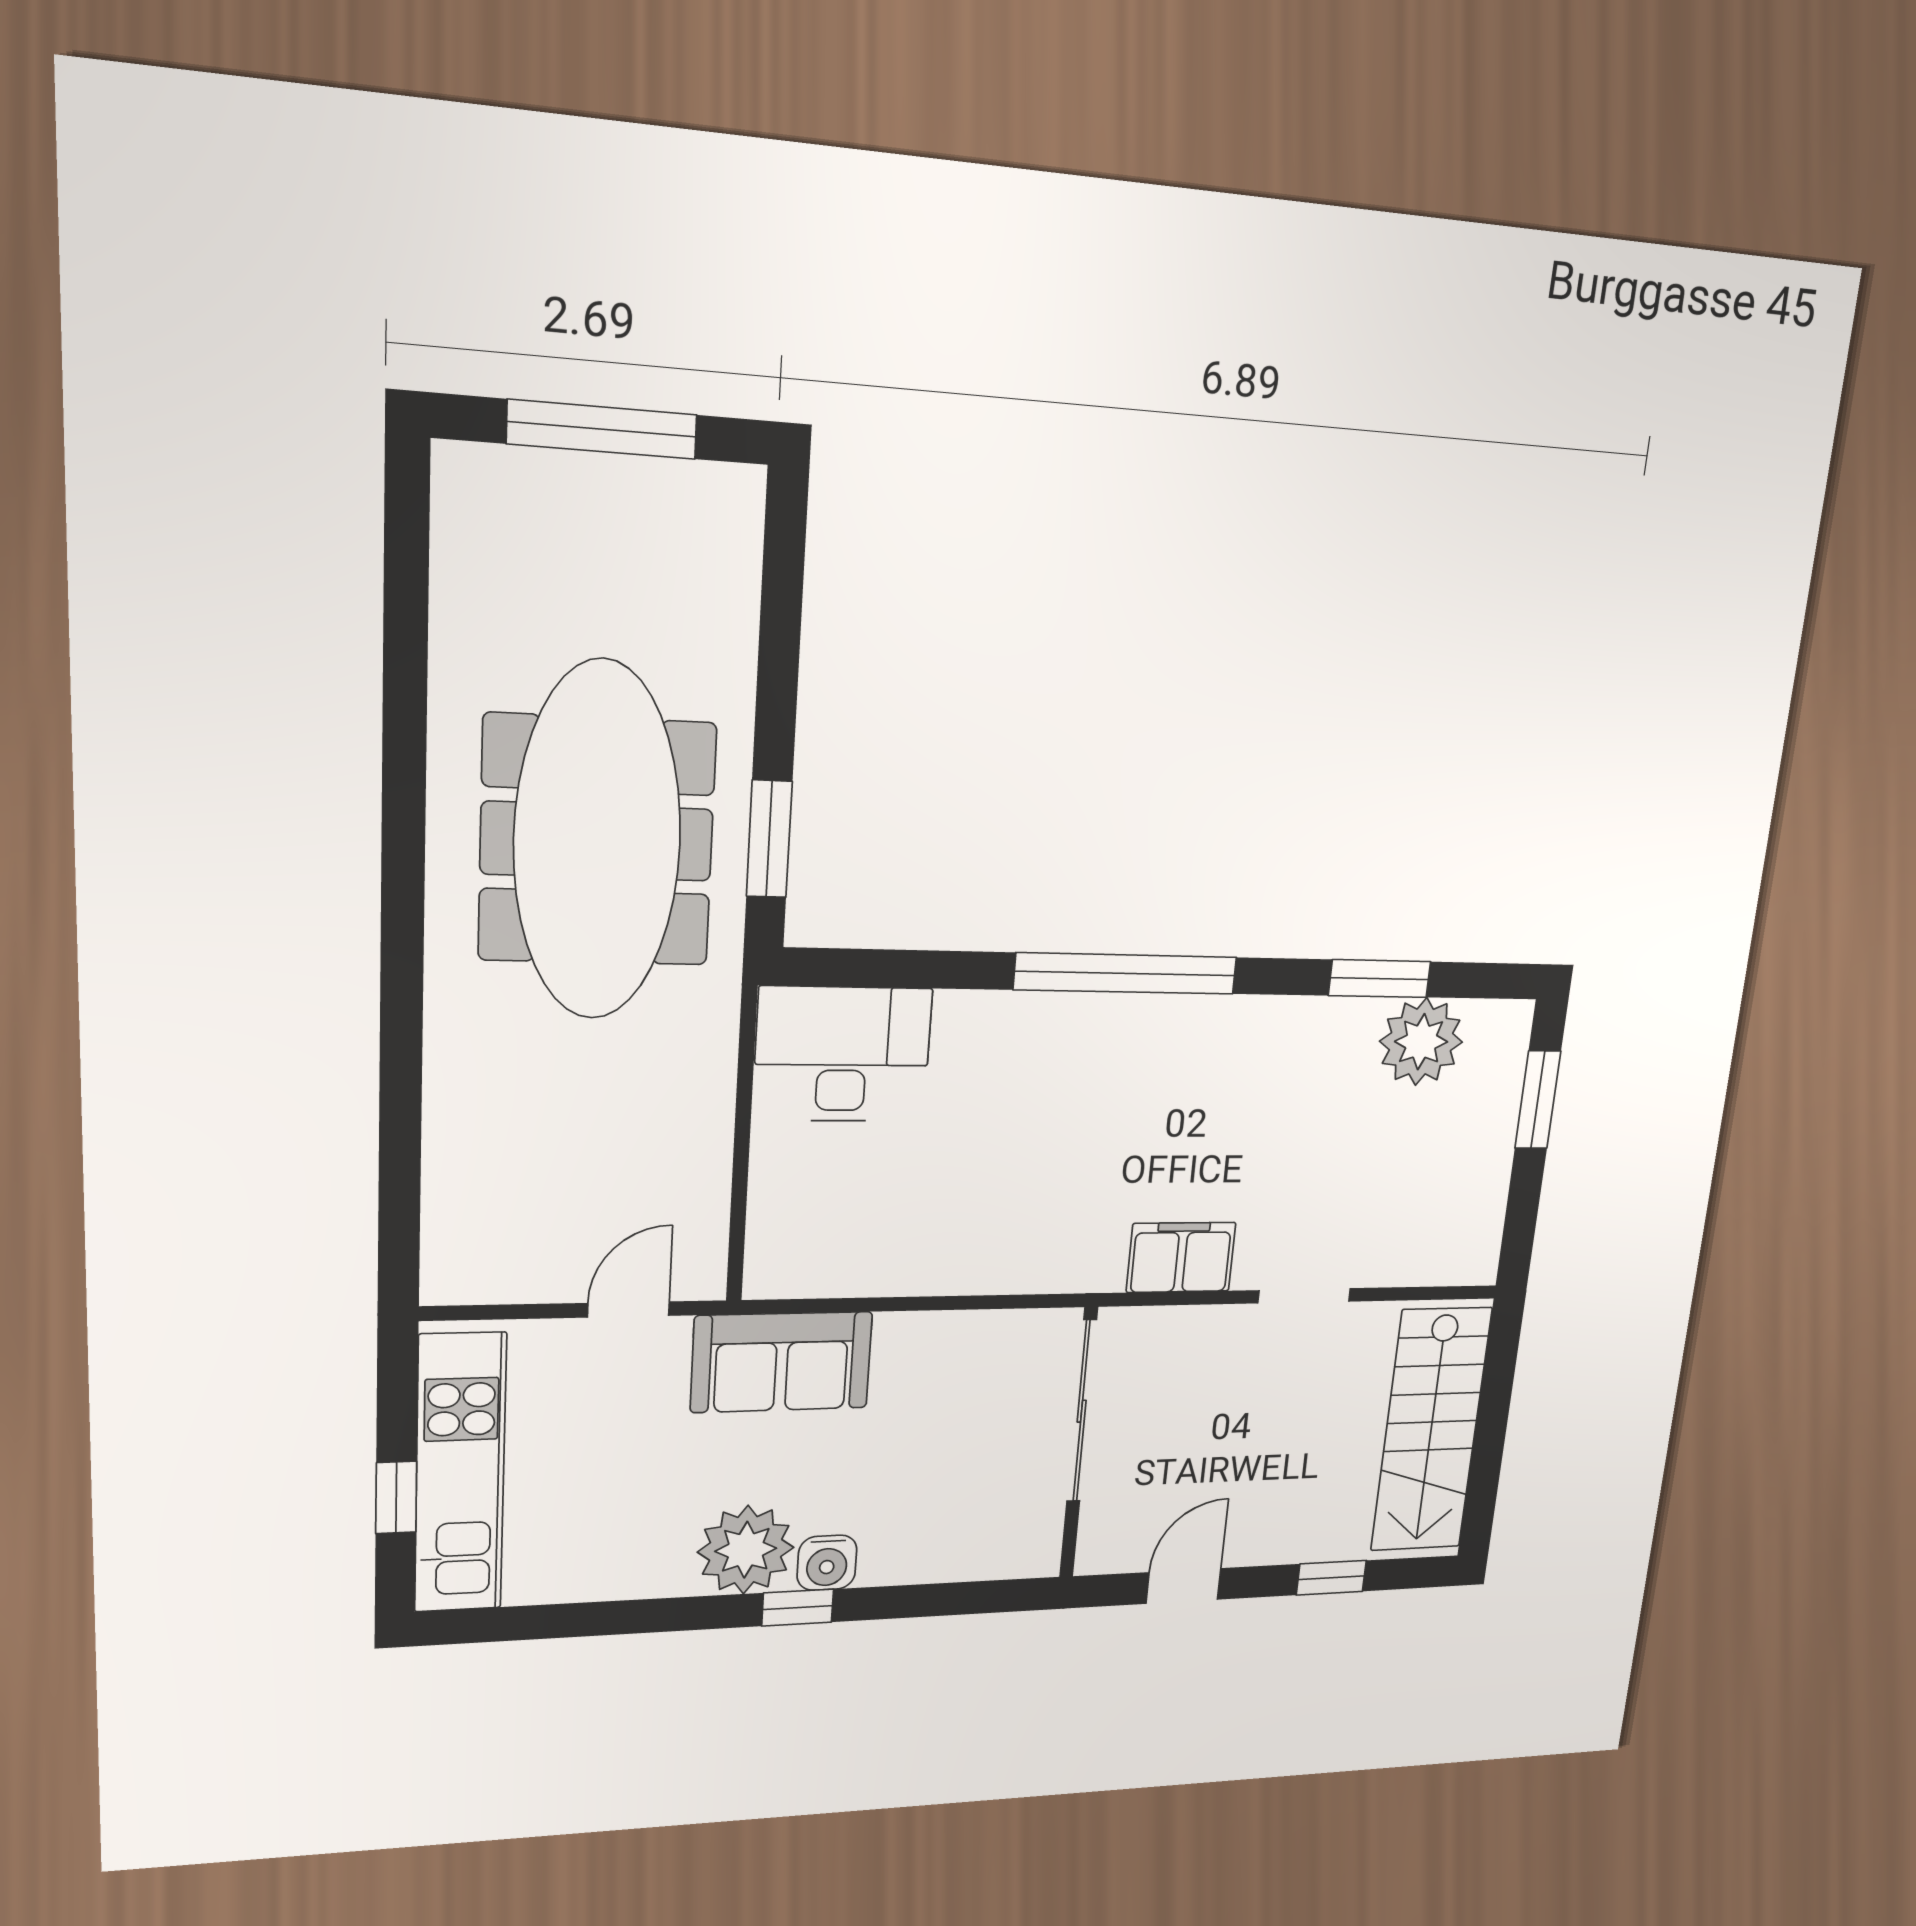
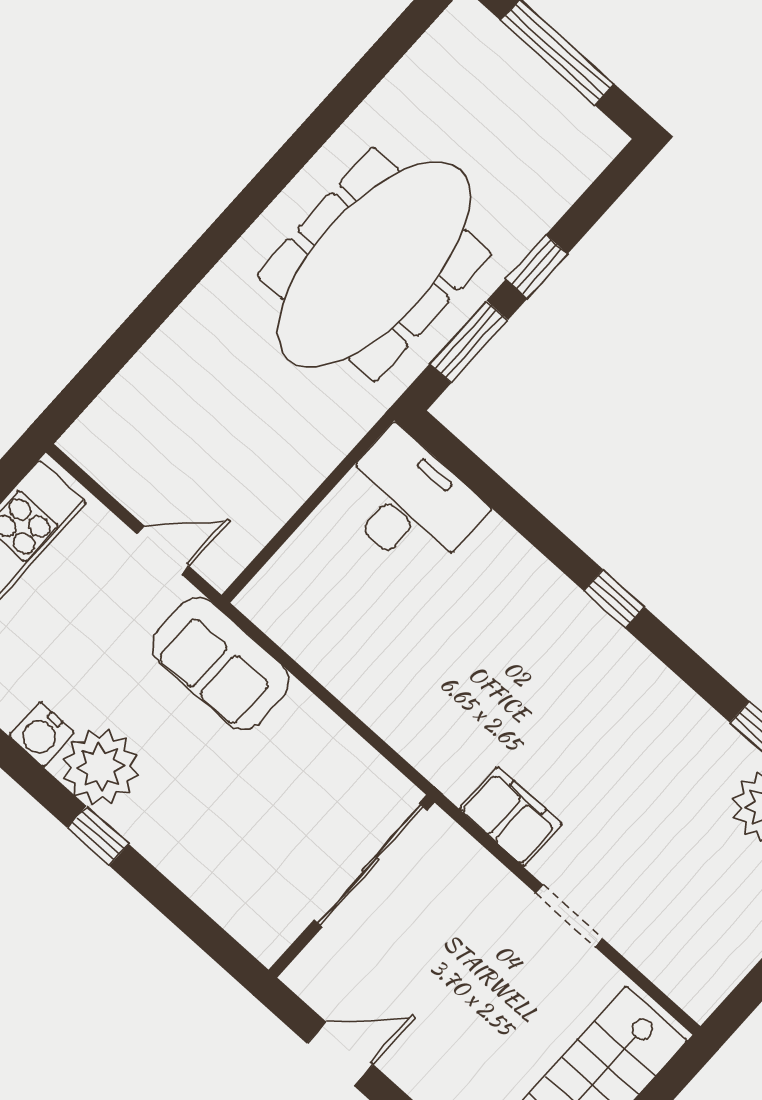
window: (777, 698) -> (537, 267), added
window: (1126, 973) -> (614, 599), width x0.32
water cooler: (827, 1563) -> (42, 734), moved

